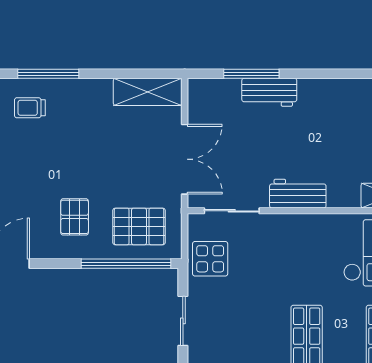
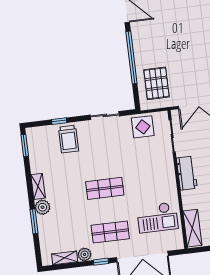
pallet: (75, 217) -> (157, 45), removed
window: (126, 264) -> (131, 57), moved

